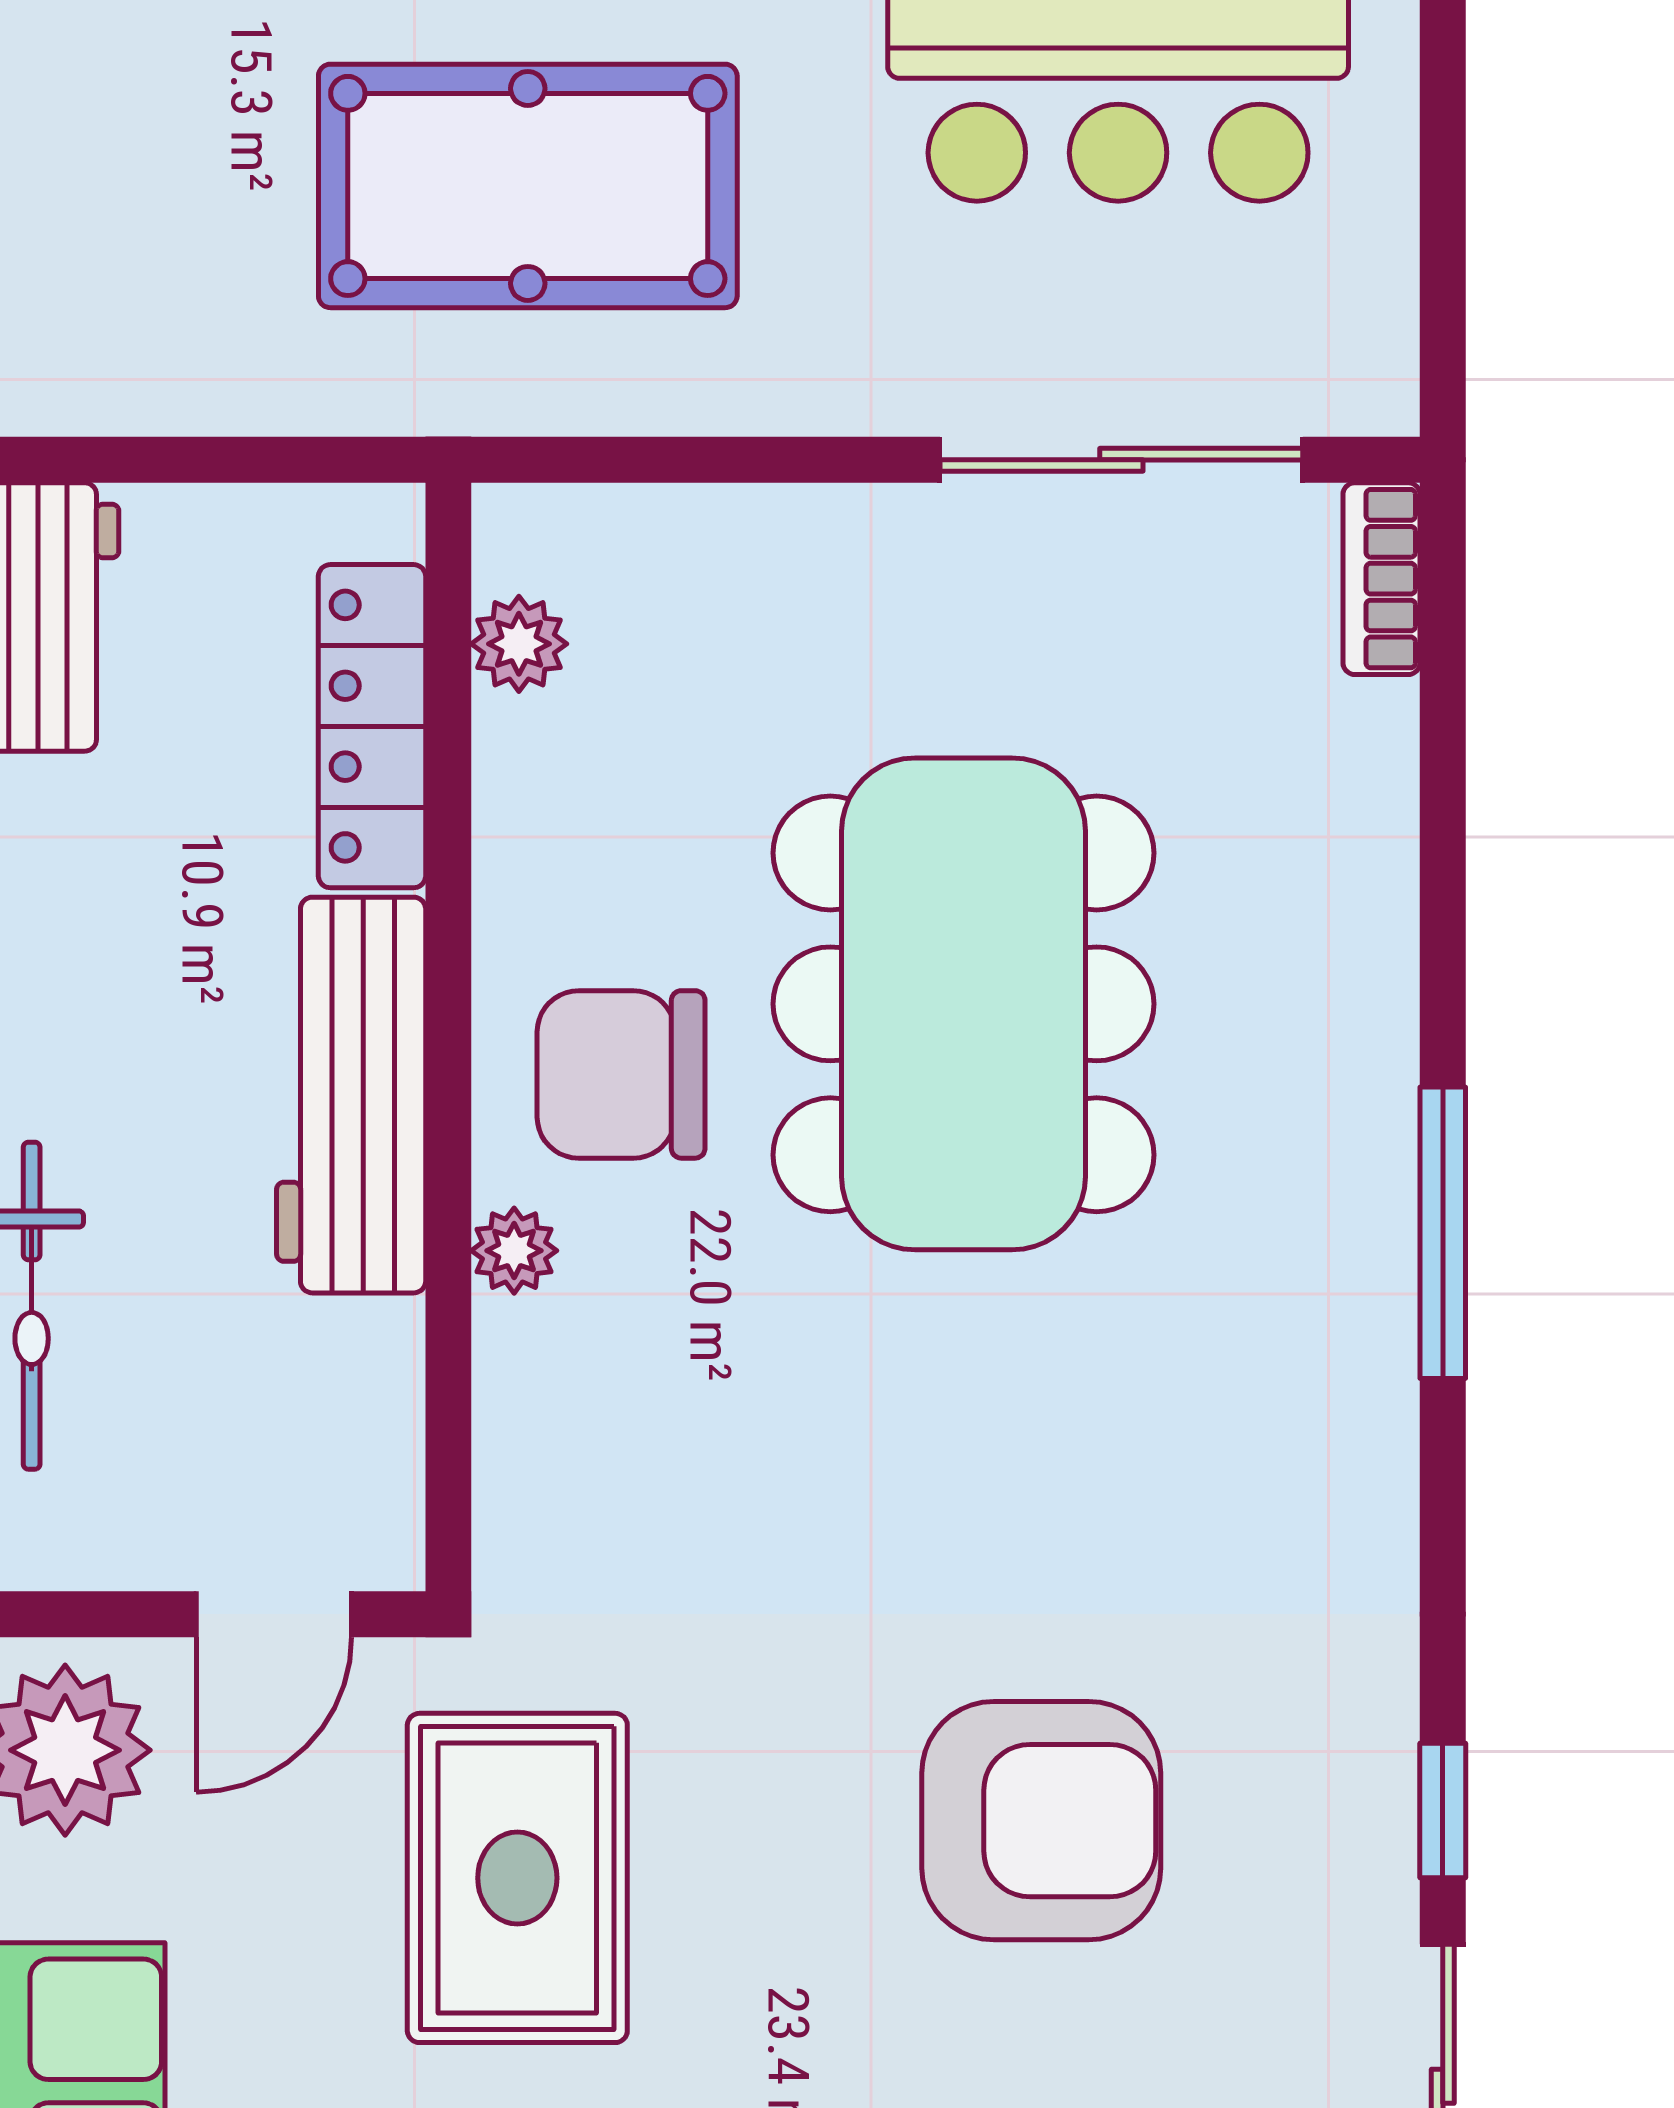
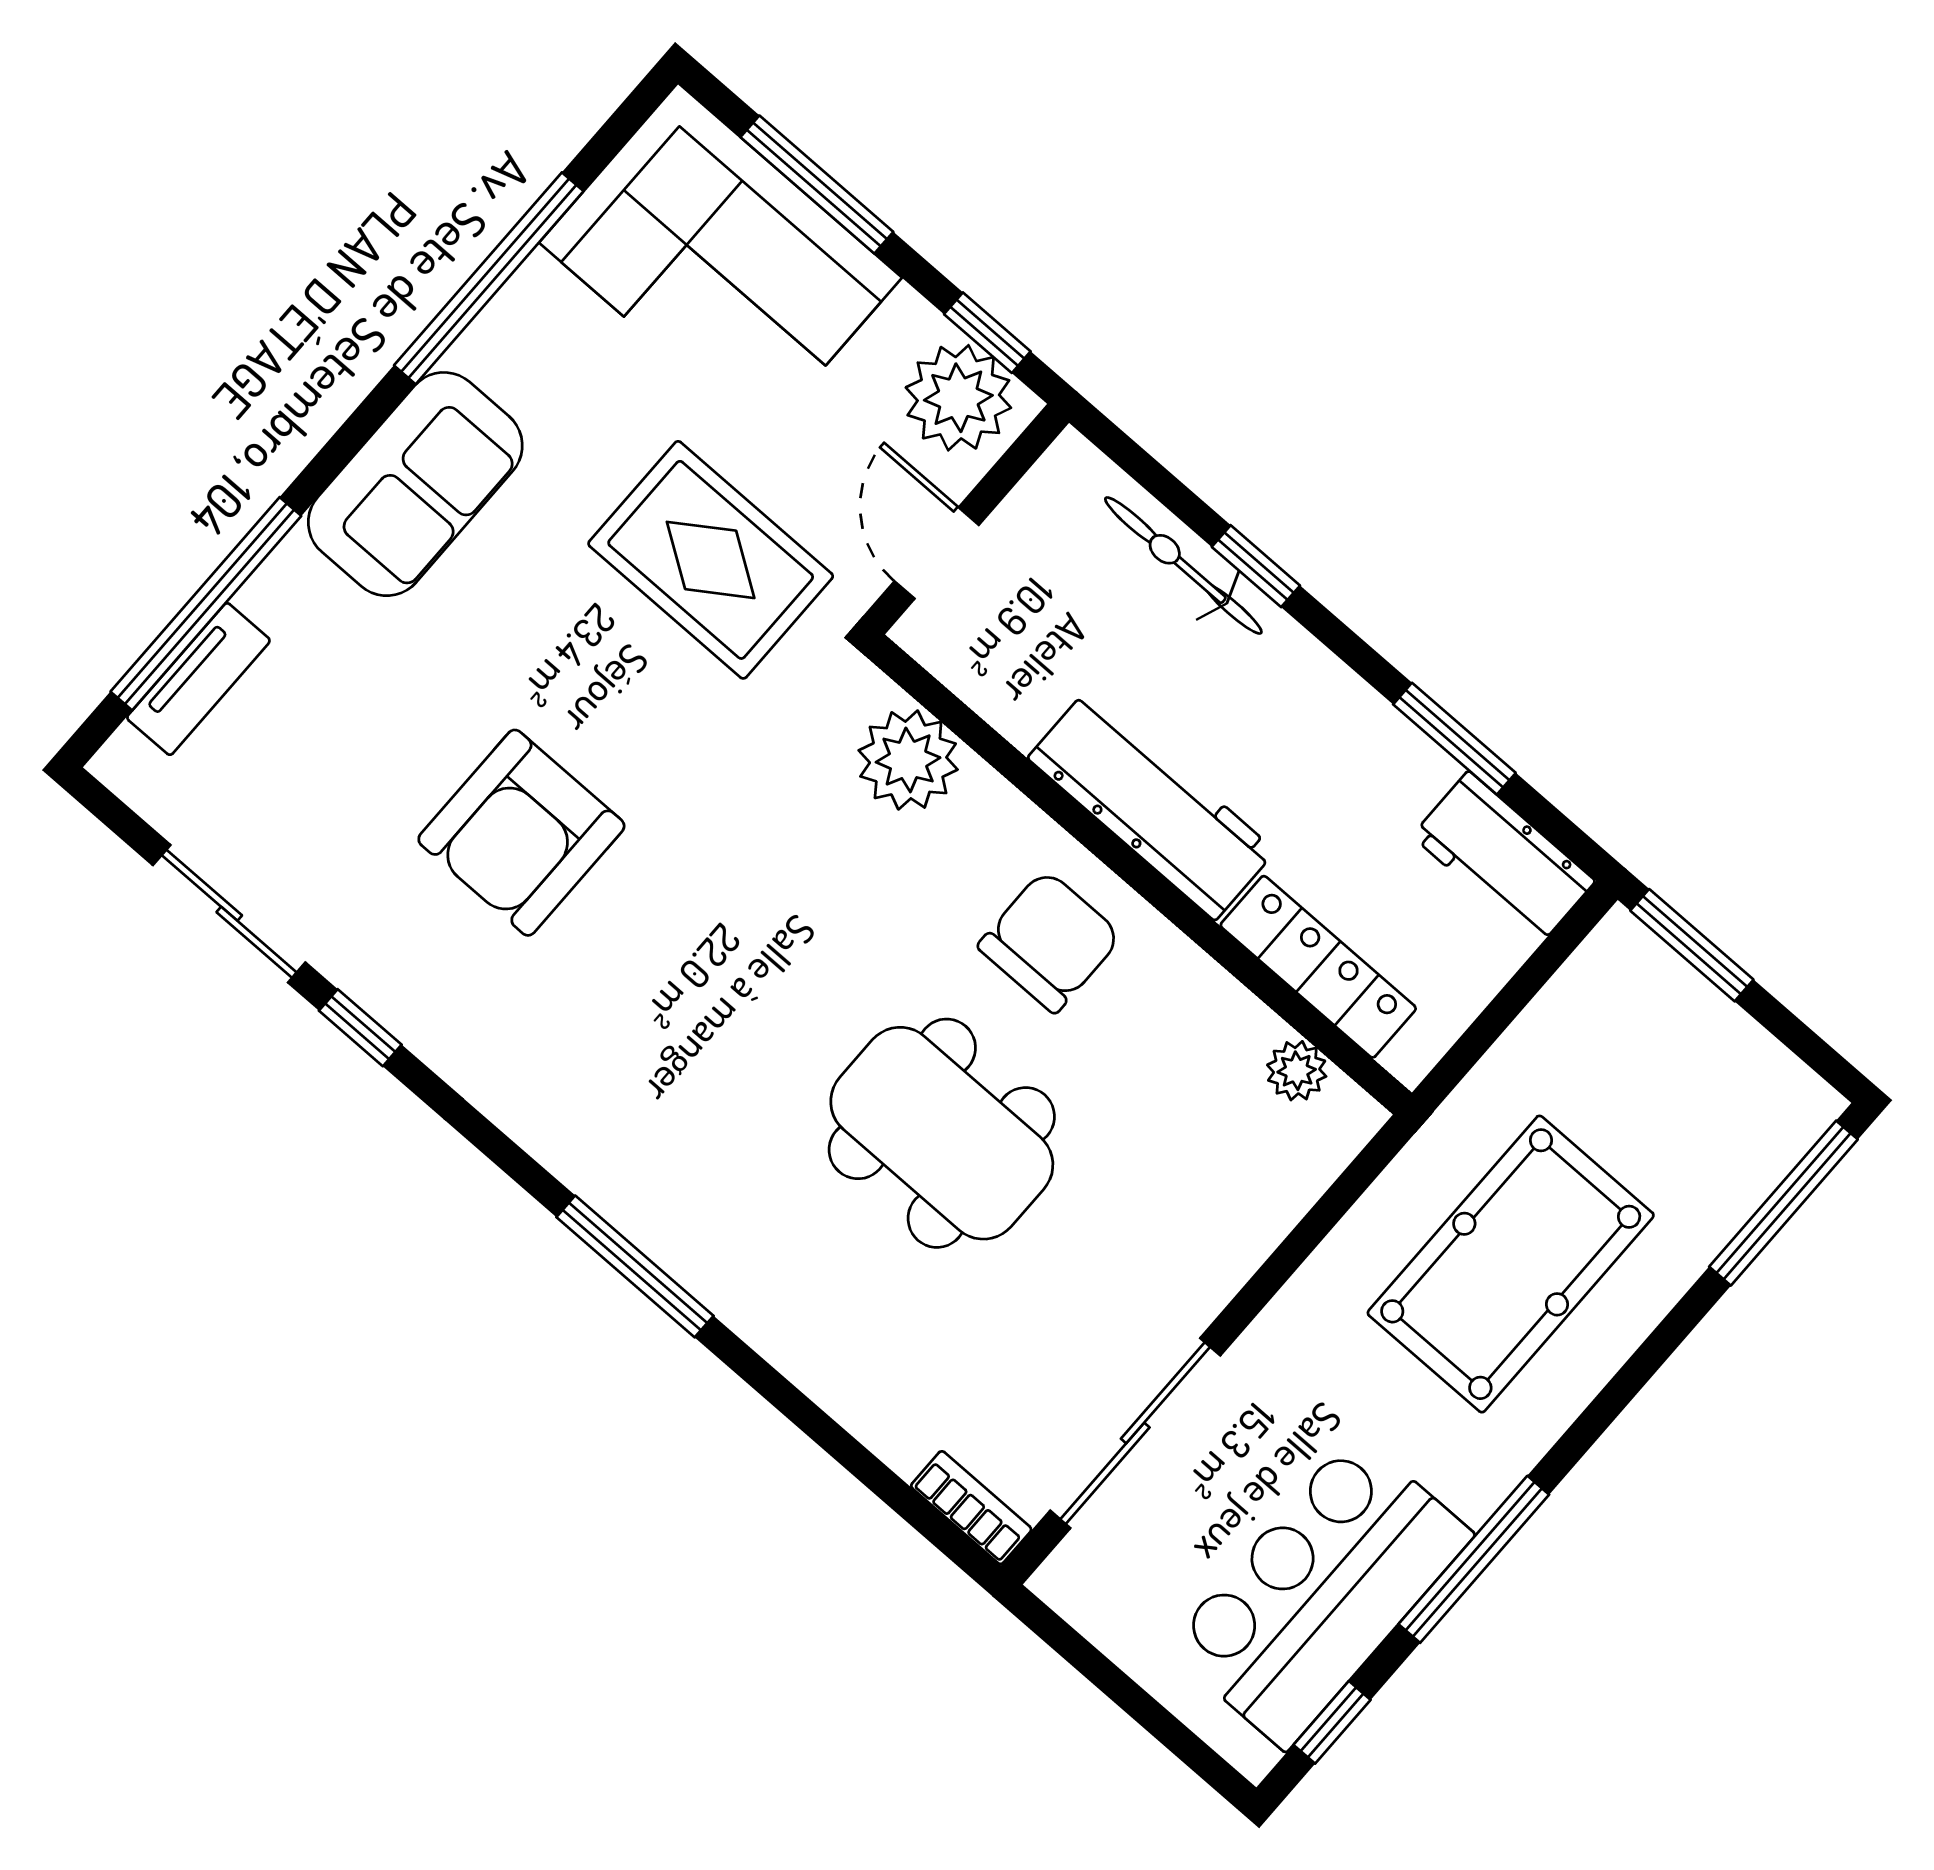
dining table: (963, 1004) -> (942, 1133), width x0.73, depth x0.80
plant: (514, 1251) -> (908, 760), moved, width x1.87, depth x1.87

